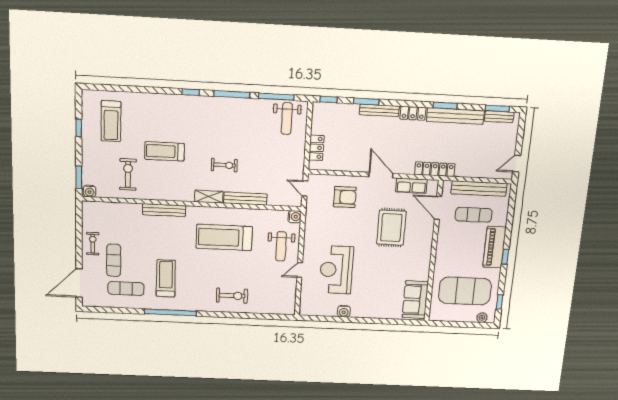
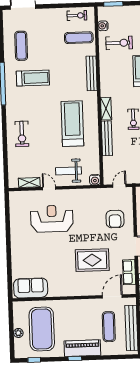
water cooler: (90, 191) -> (103, 26), moved
exercise bike: (93, 244) -> (77, 16), moved
exercise mat: (114, 260) -> (79, 38), moved
shelving: (291, 292) -> (29, 182), added
water cooler: (344, 311) -> (15, 229), removed
plant: (482, 318) -> (18, 333), moved

